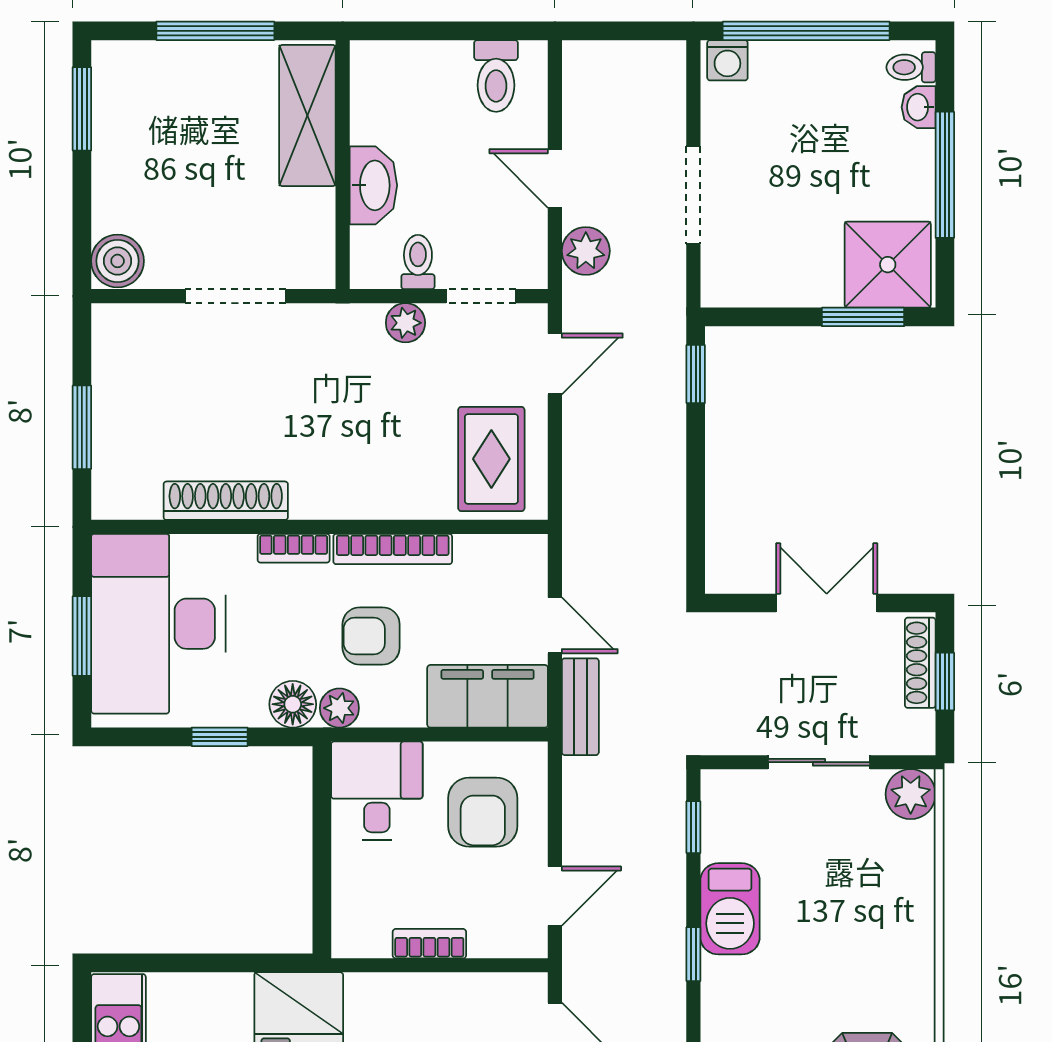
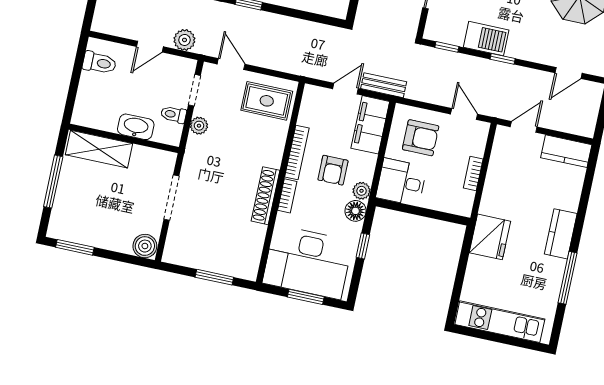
shoe rack: (226, 501) -> (266, 196), moved

